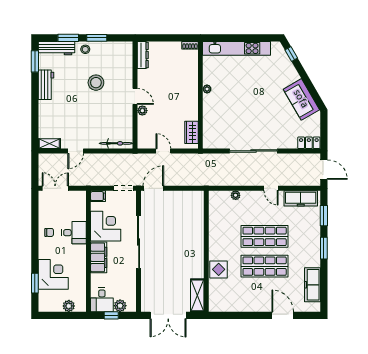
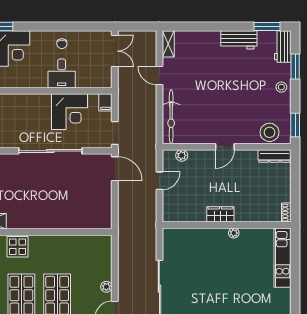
window: (97, 38) -> (295, 125), moved
workbench: (56, 48) -> (283, 47), width x0.73
kitchen unit: (237, 48) -> (283, 258), width x0.73
stool: (96, 83) -> (269, 132), moved
plant: (142, 111) -> (182, 155), moved
wardrobe: (191, 132) -> (220, 214), moved
bicycle: (116, 143) -> (171, 117), width x1.37, depth x1.40
plant: (236, 195) -> (106, 287), moved
filing cabinet: (99, 257) -> (32, 103), removed

